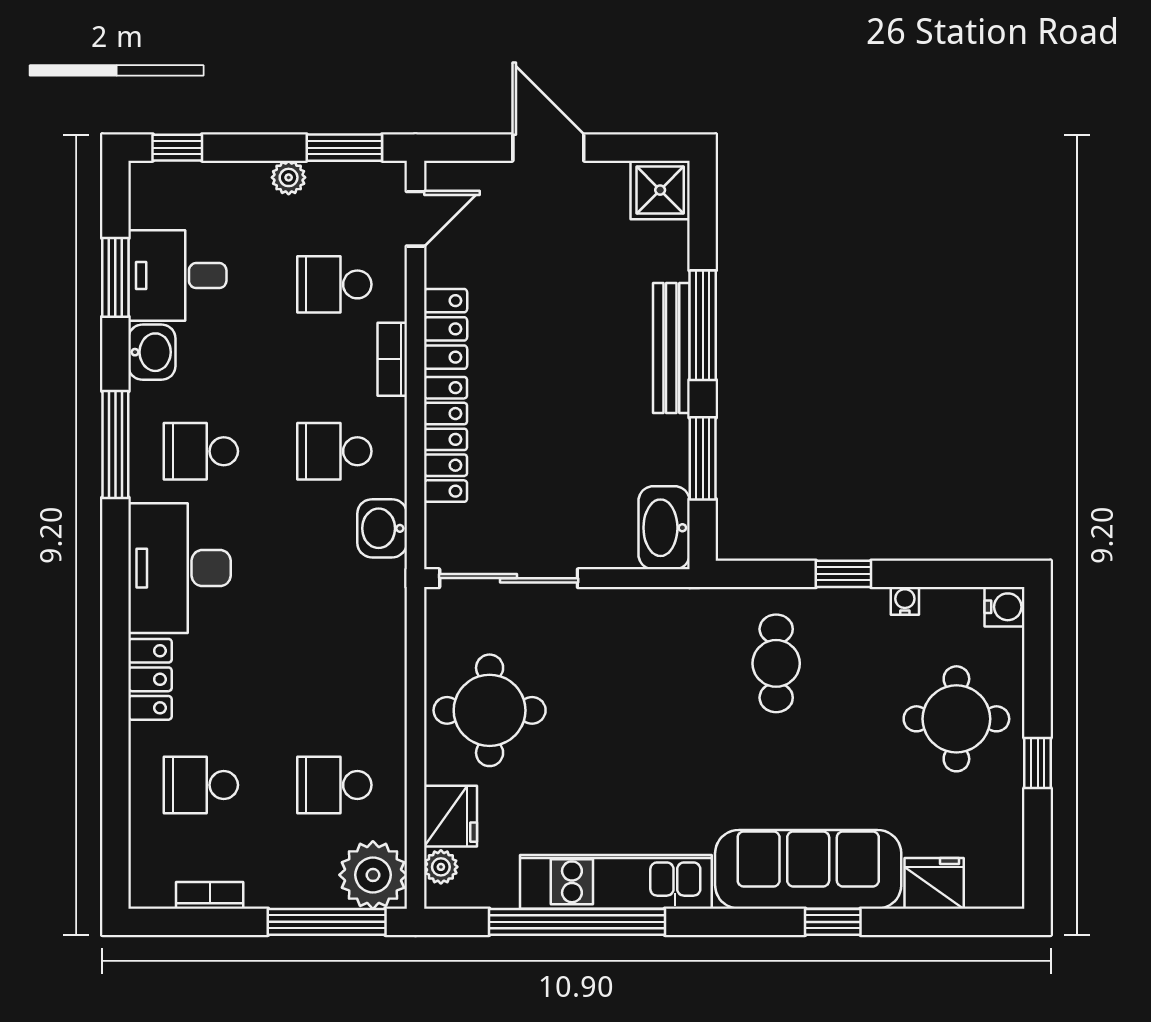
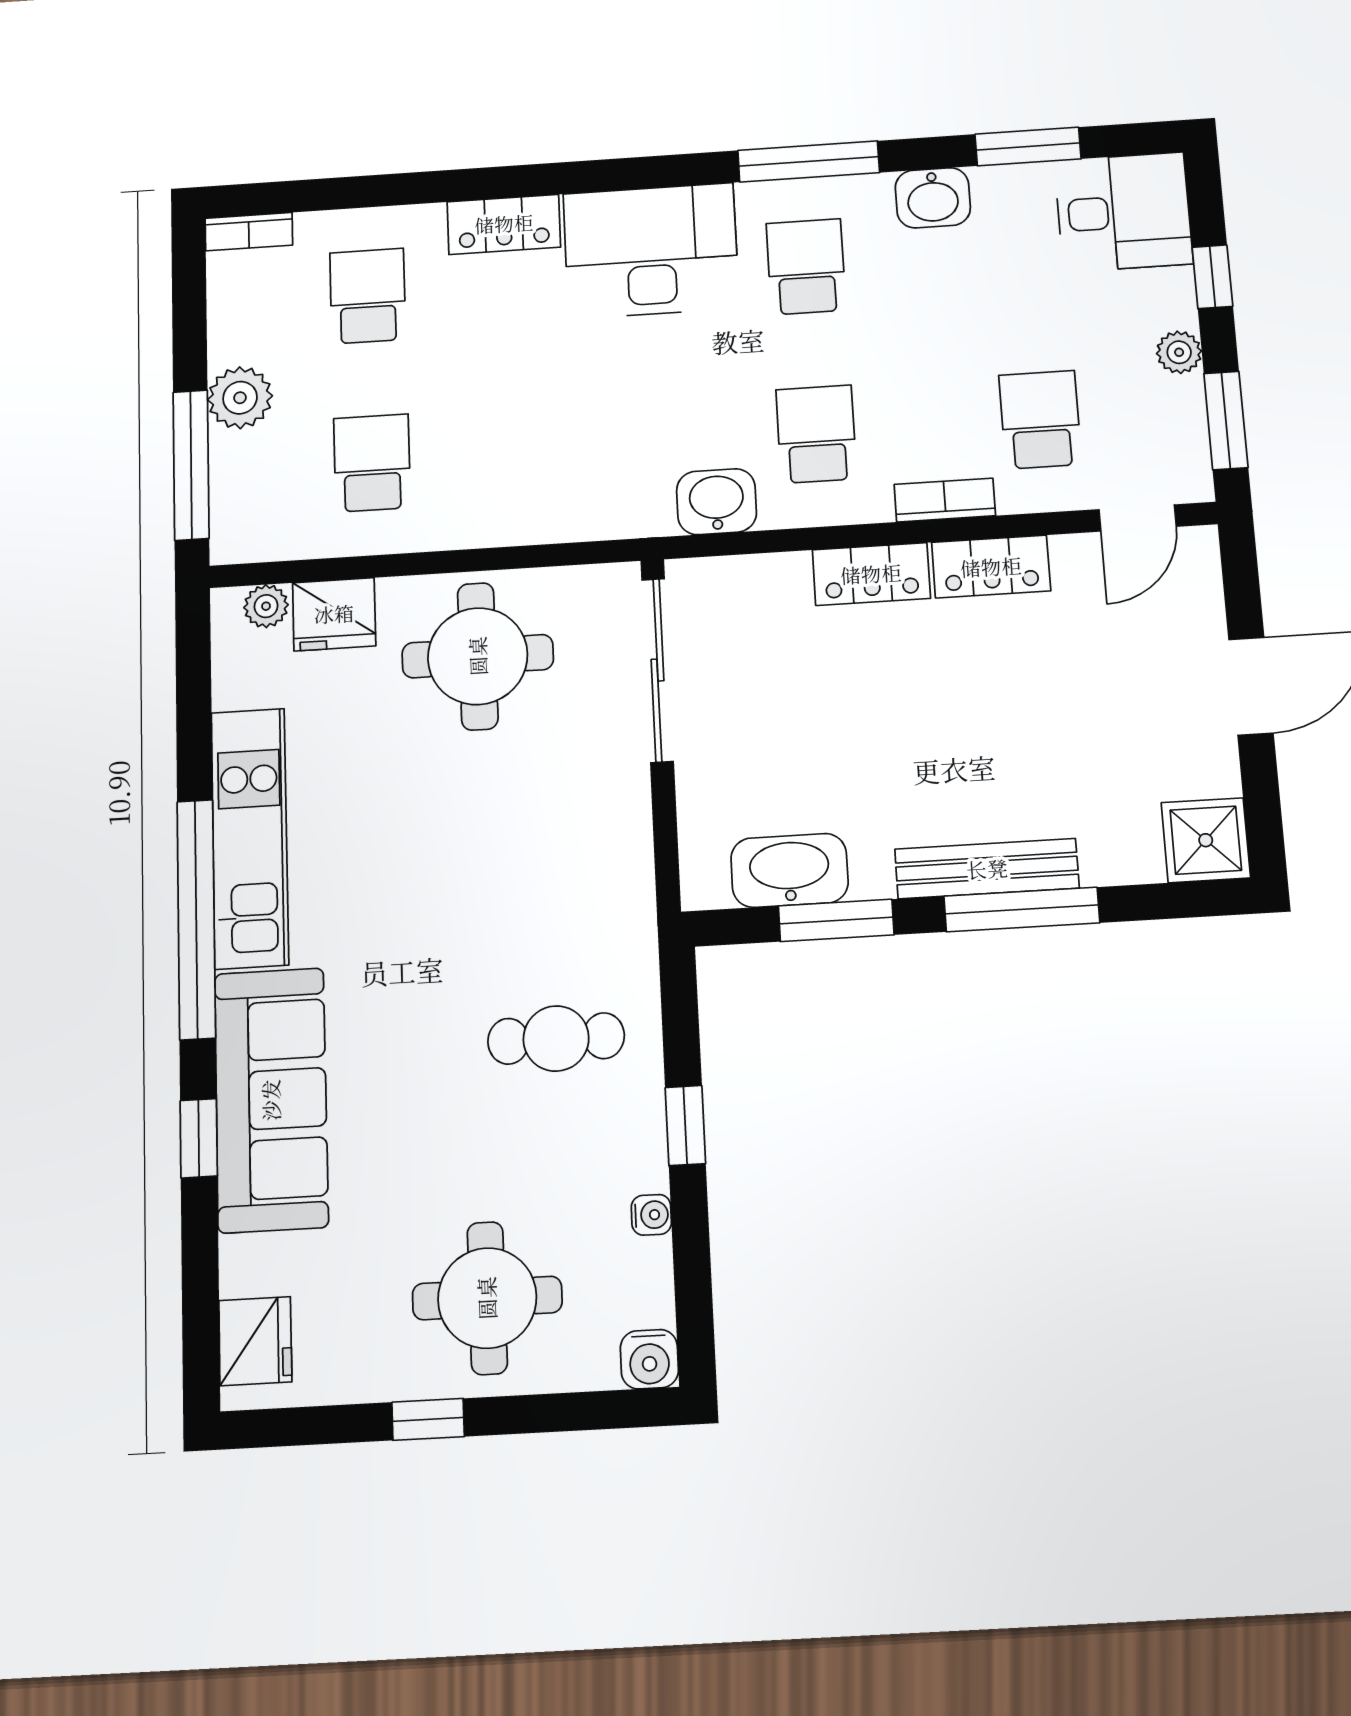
window: (177, 148) -> (1212, 277), moved
door: (415, 219) -> (1138, 518), hinge flipped
desk: (177, 276) -> (1124, 212), moved, turned 90
locker: (446, 439) -> (871, 574), width x0.66
washbasin: (664, 528) -> (789, 870), moved
plant: (373, 875) -> (240, 398), moved, width x0.73, depth x0.73
fridge: (934, 883) -> (255, 1341), moved
bookcase: (210, 895) -> (249, 232), moved, turned 90
window: (577, 922) -> (196, 919), moved

